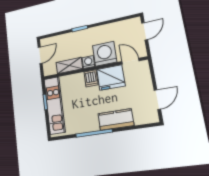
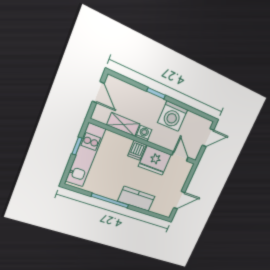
washing machine: (105, 54) -> (173, 116), moved, turned 180
door: (40, 55) -> (98, 92), hinge flipped

